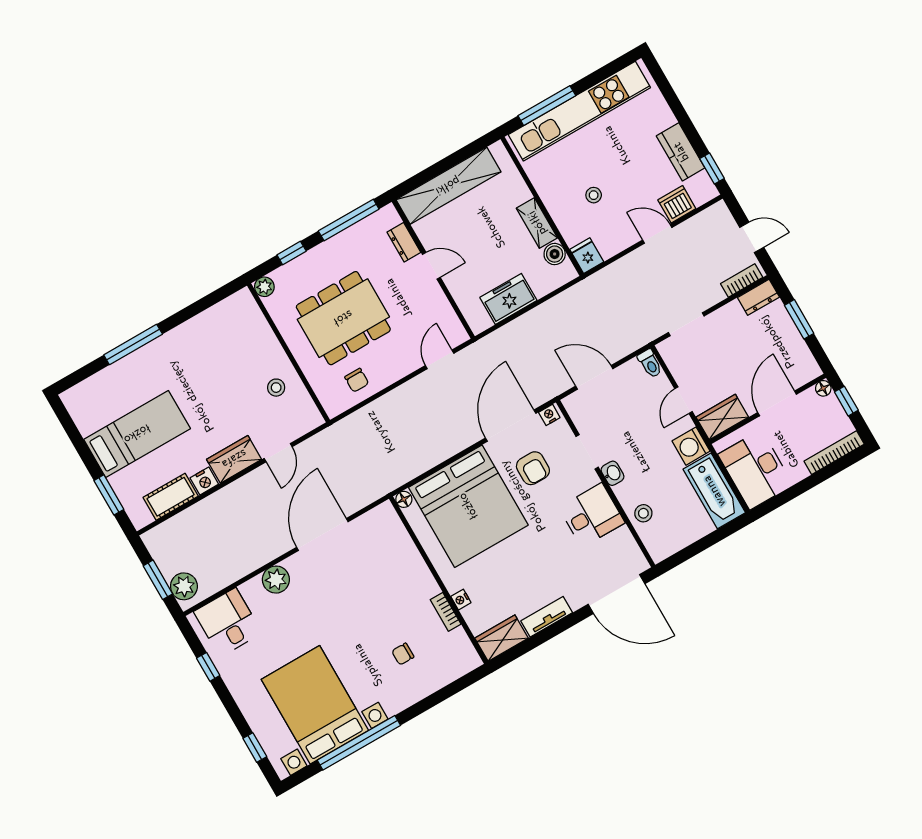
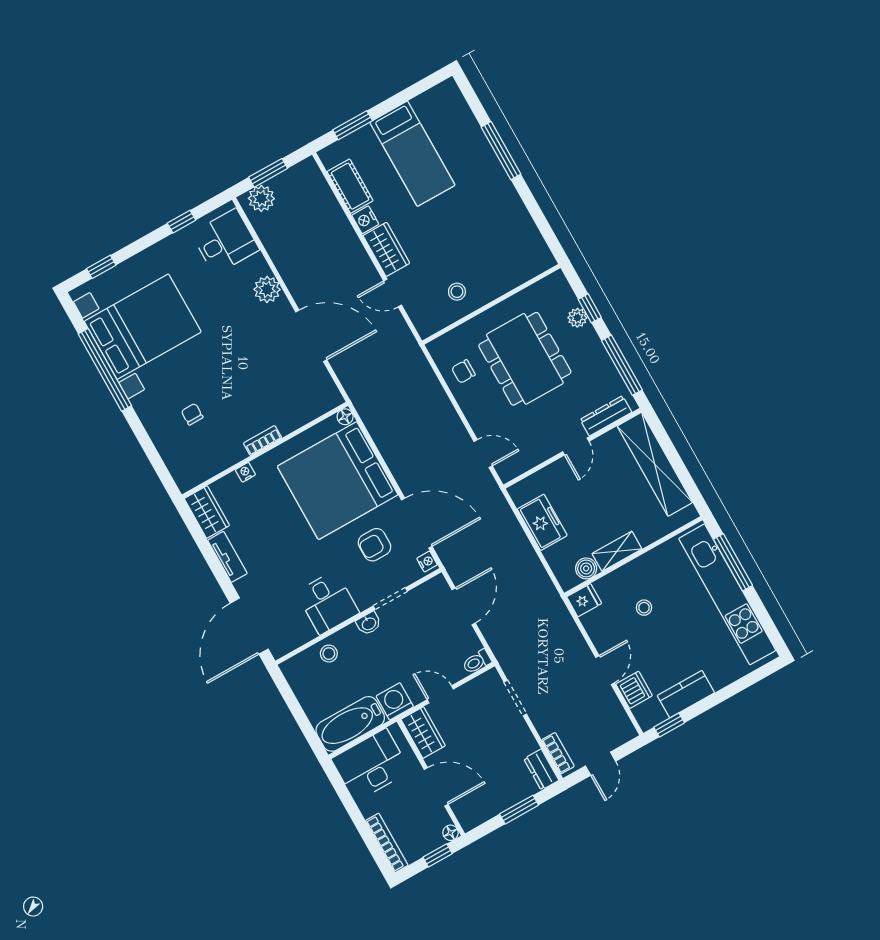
dresser: (404, 242) -> (606, 416), width x1.44
plant: (264, 287) -> (577, 318), moved
bookcase: (446, 612) -> (263, 441), moved

